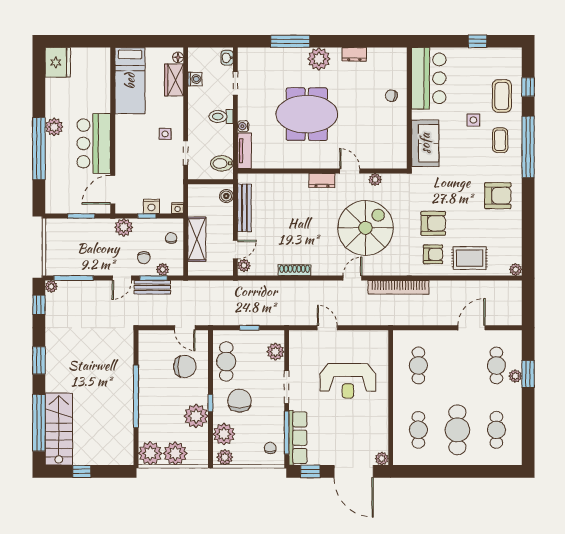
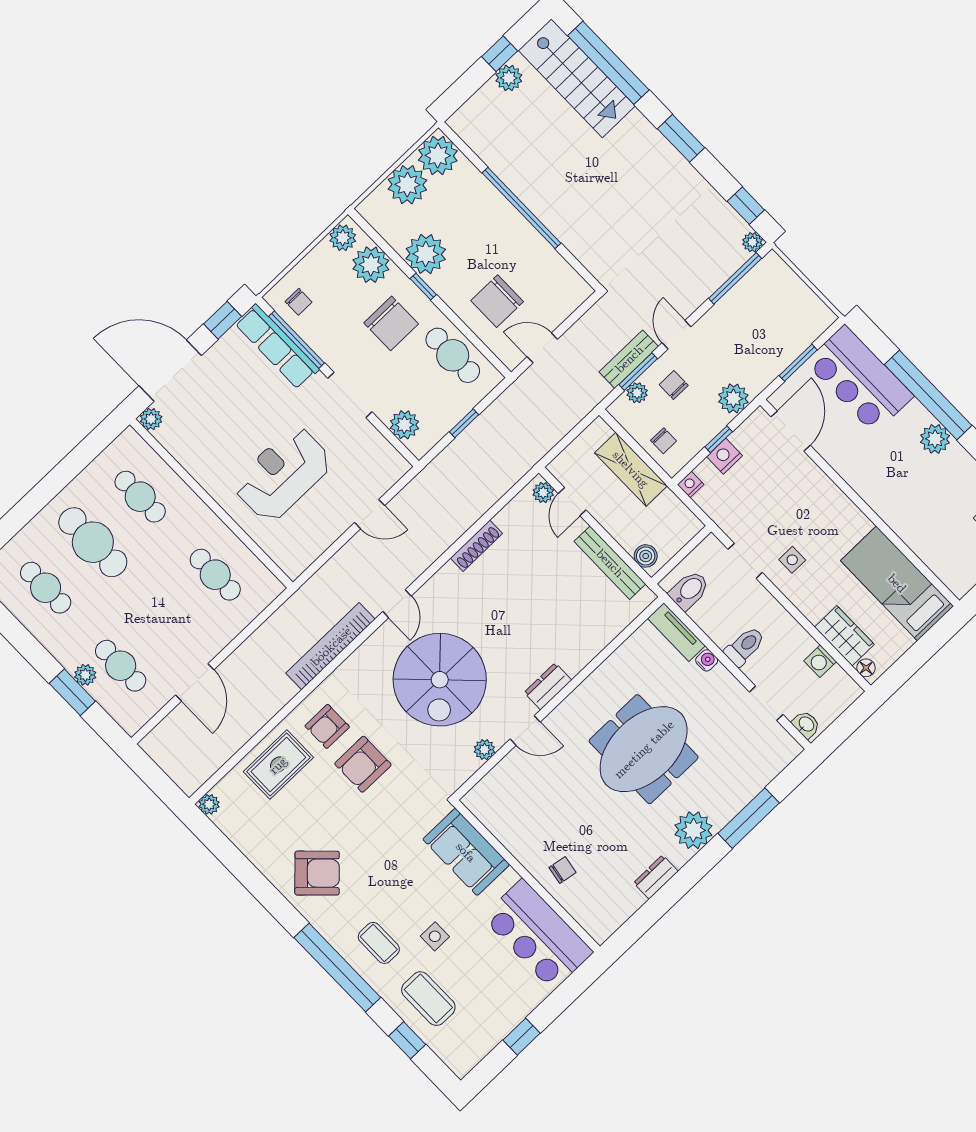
bar counter: (94, 143) -> (859, 379), moved, turned 180
armchair: (498, 196) -> (317, 873), turned -136
plant: (88, 457) -> (509, 78), added

